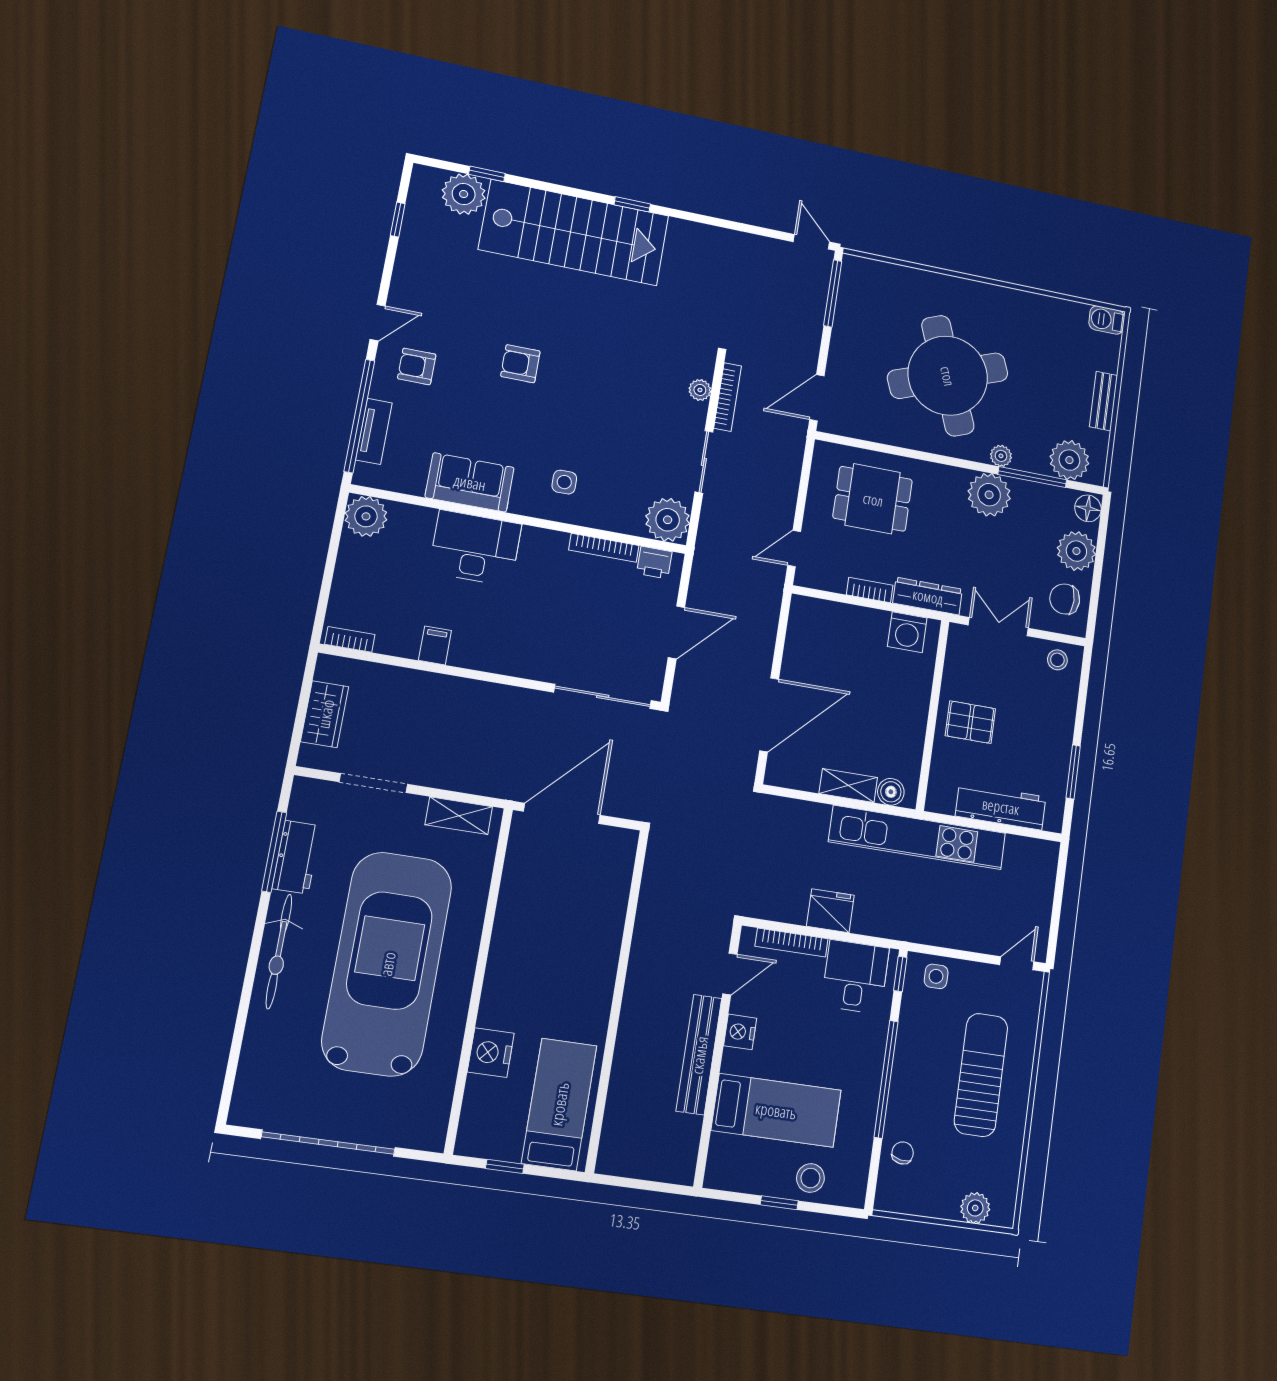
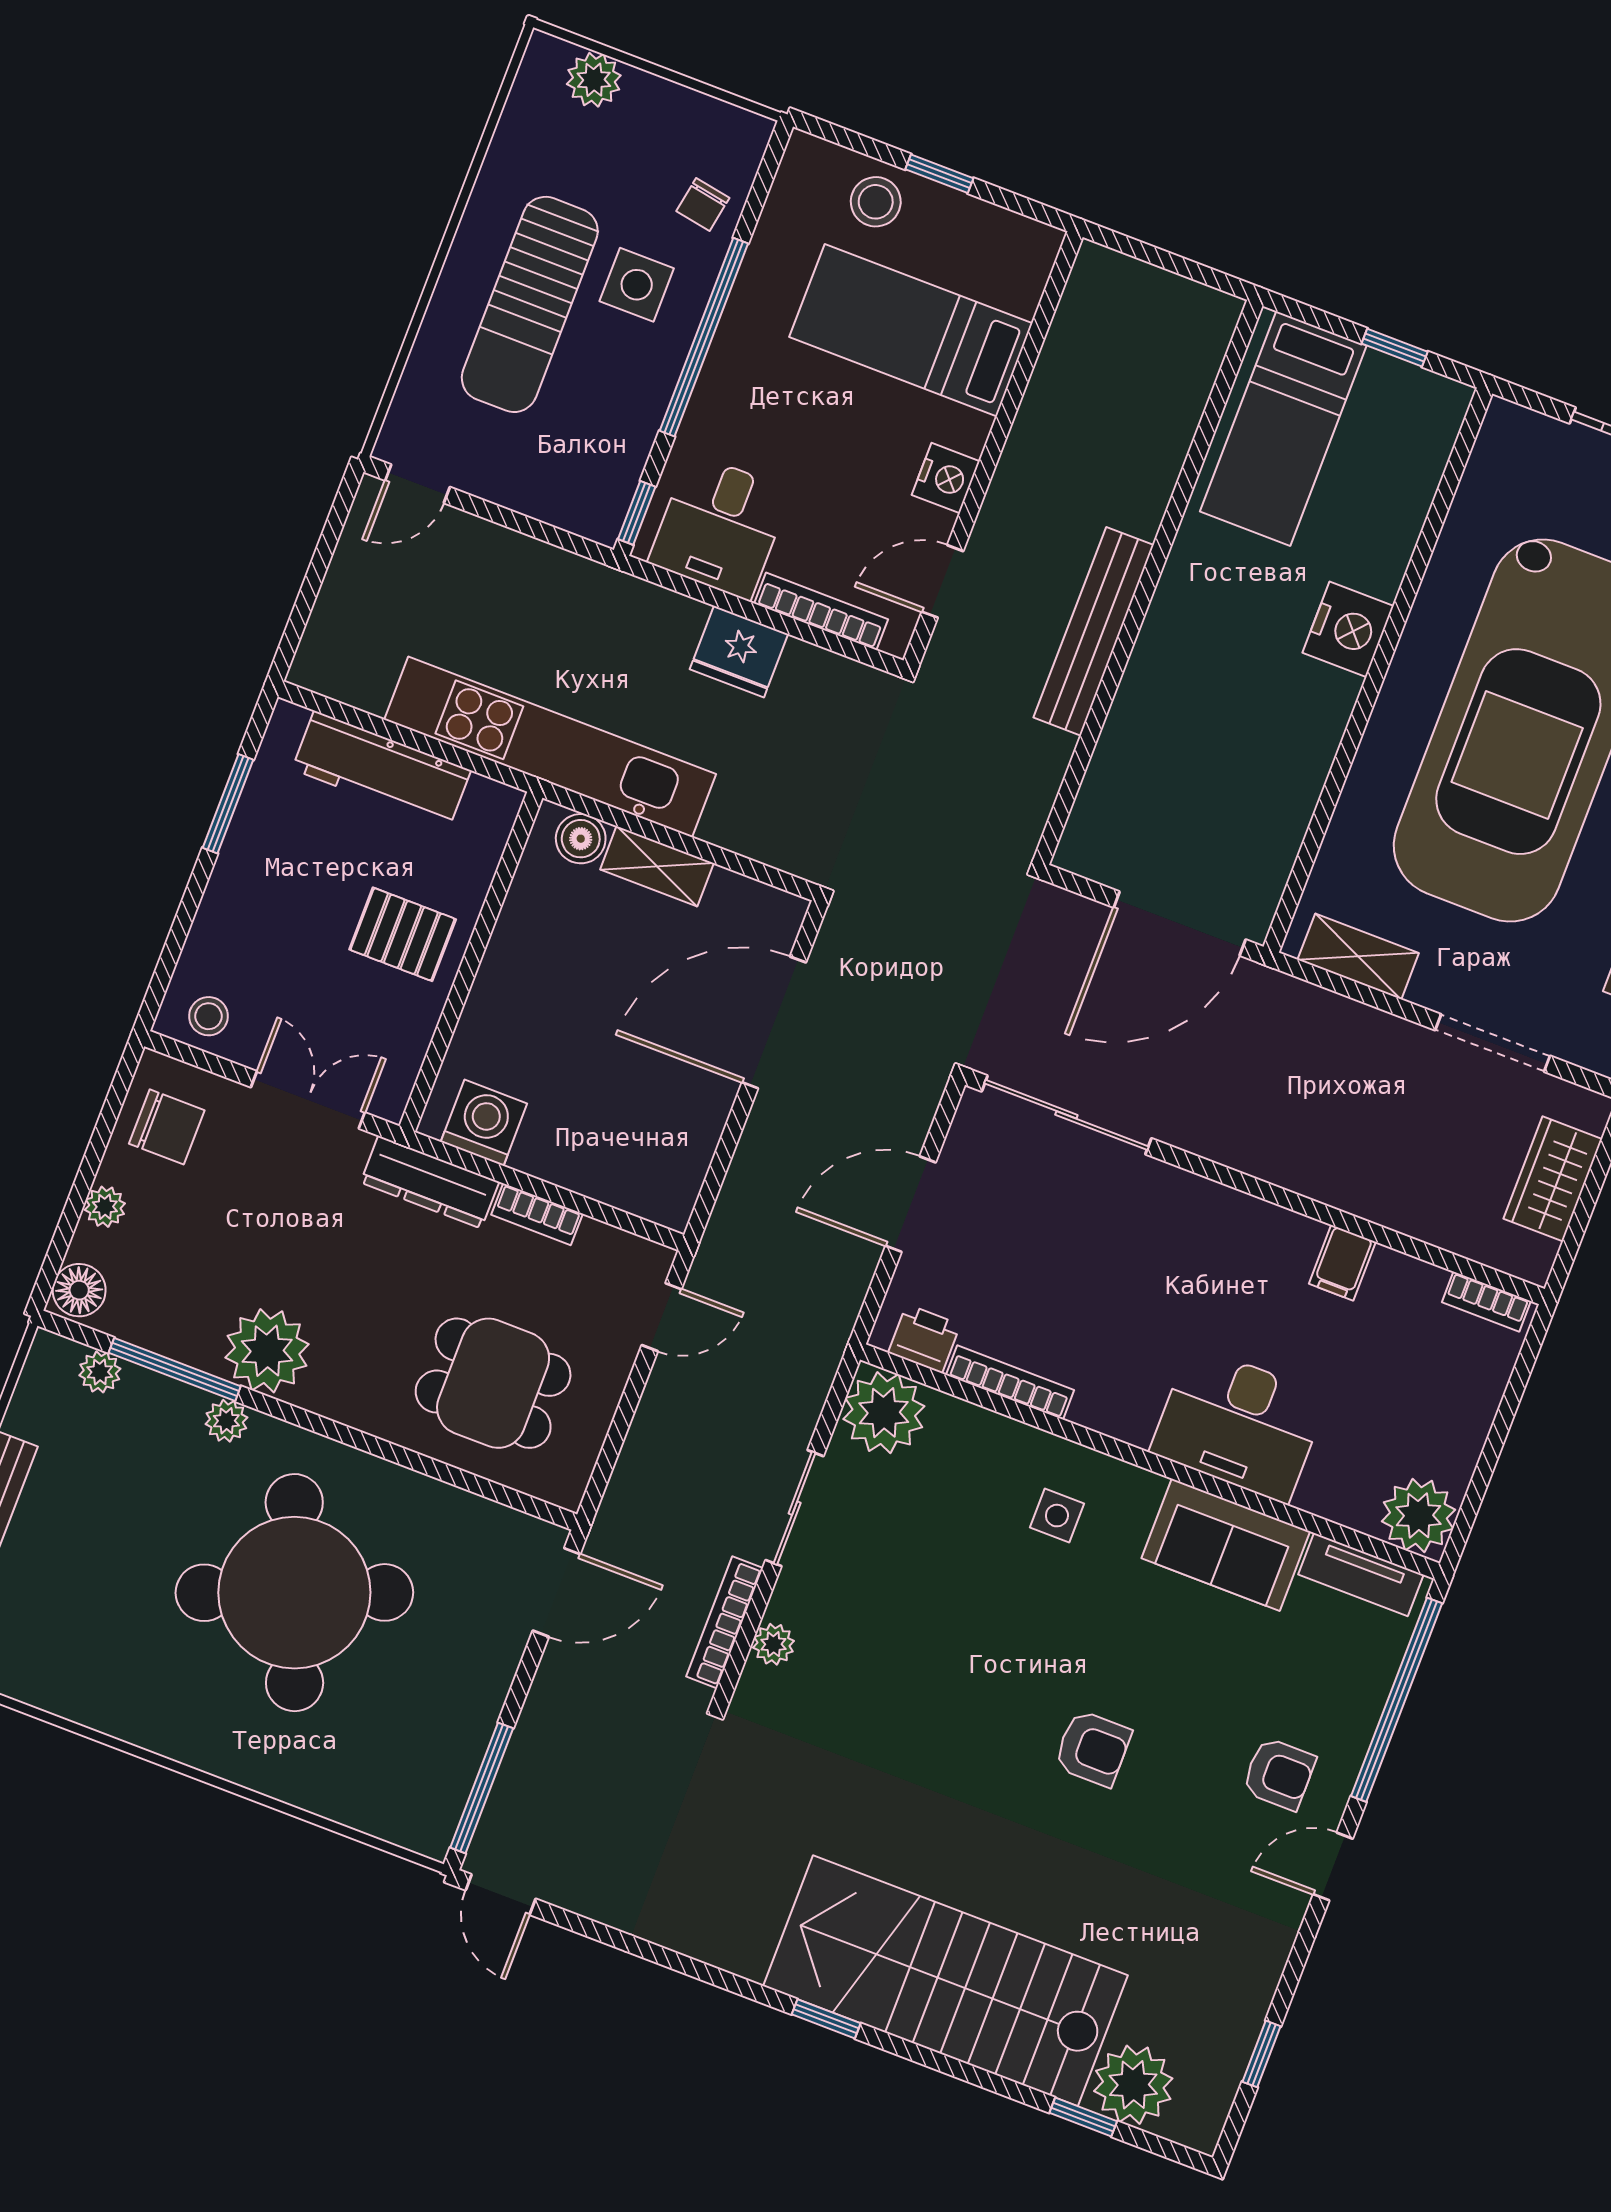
tv unit: (374, 431) -> (1361, 1575), moved, turned -90
plant: (1069, 460) -> (100, 1372), width x0.53, depth x0.53
plant: (1076, 551) -> (105, 1207), width x0.53, depth x0.53
double door: (998, 627) -> (308, 1100), swing flipped
side table: (936, 976) -> (637, 285), moved, width x1.37, depth x1.37
nightstand: (491, 1053) -> (1348, 629), moved
bench: (699, 1055) -> (1094, 631), moved

